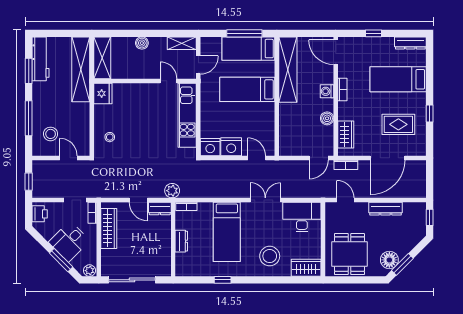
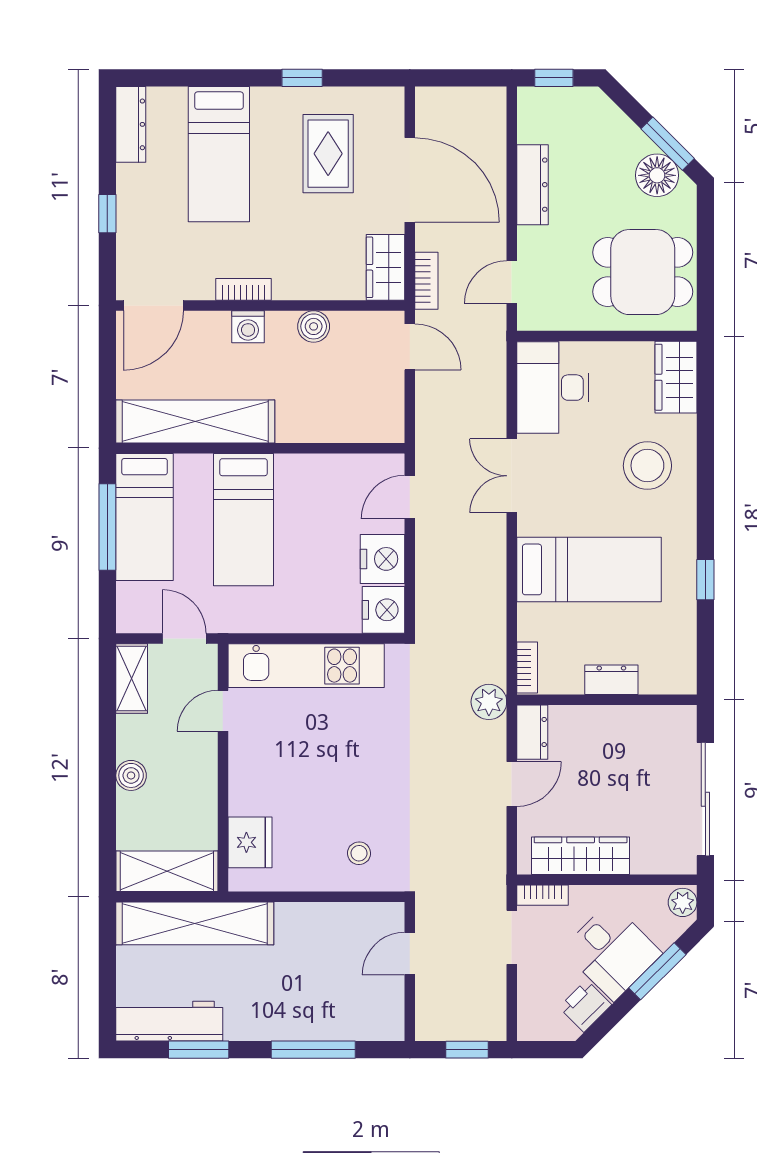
fridge: (103, 94) -> (250, 842), moved, turned 90
stool: (51, 134) -> (352, 997), removed
wardrobe: (346, 134) -> (386, 267), moved, turned -90
printer: (40, 214) -> (585, 1006), moved, turned -45

